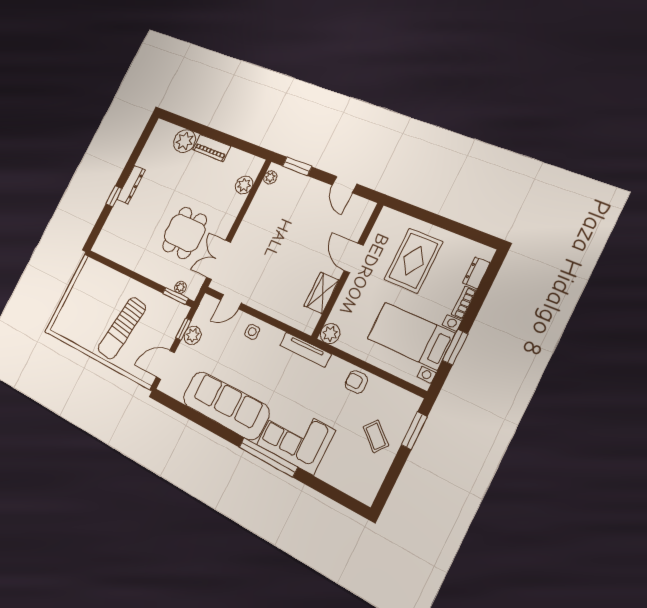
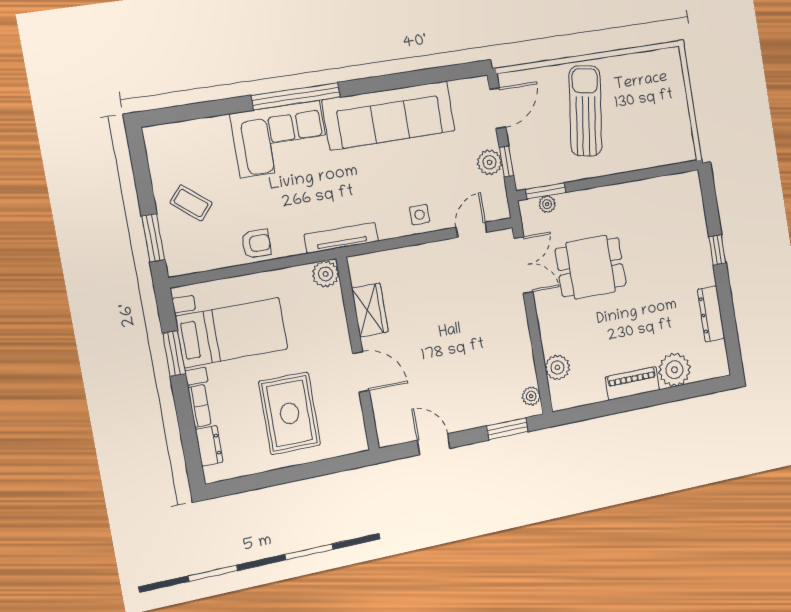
dresser: (131, 185) -> (711, 314), moved
dining table: (185, 233) -> (591, 267), turned 90

